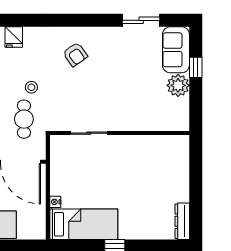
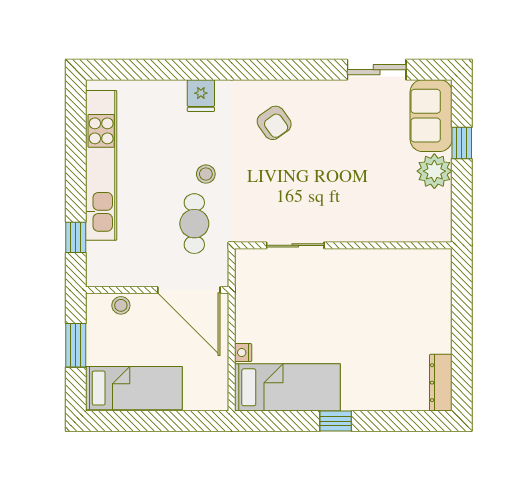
fridge: (14, 37) -> (201, 96), moved

